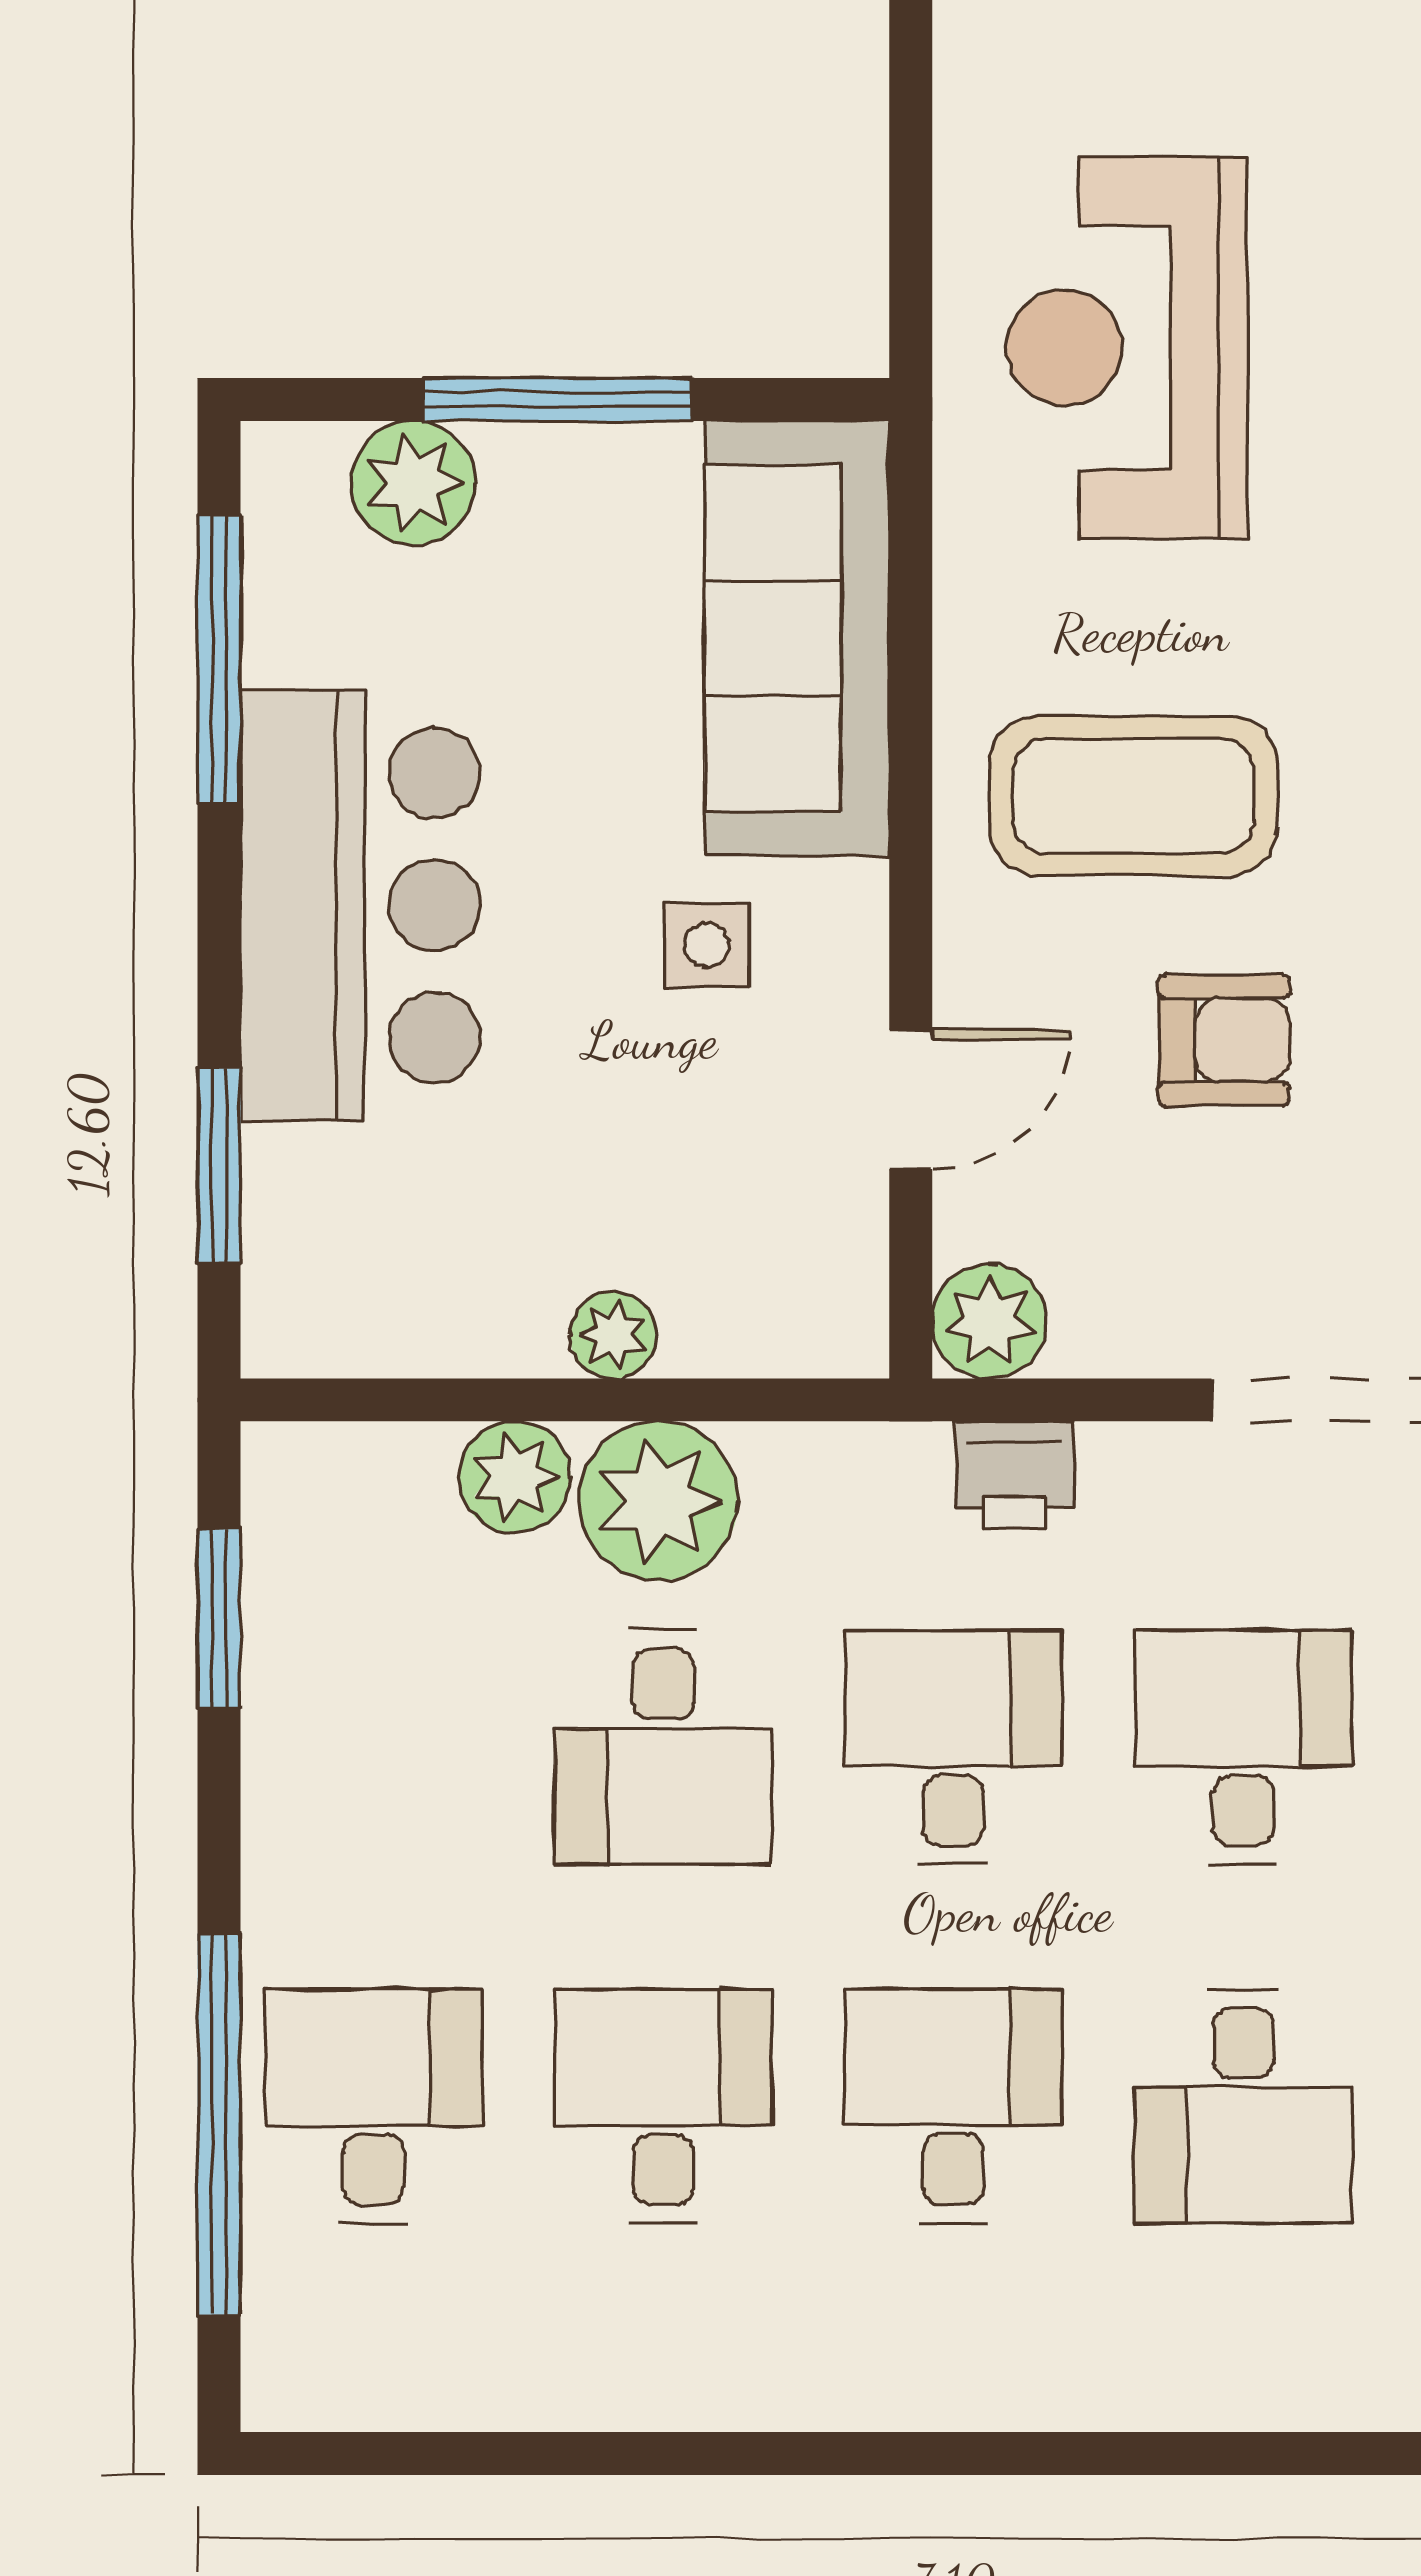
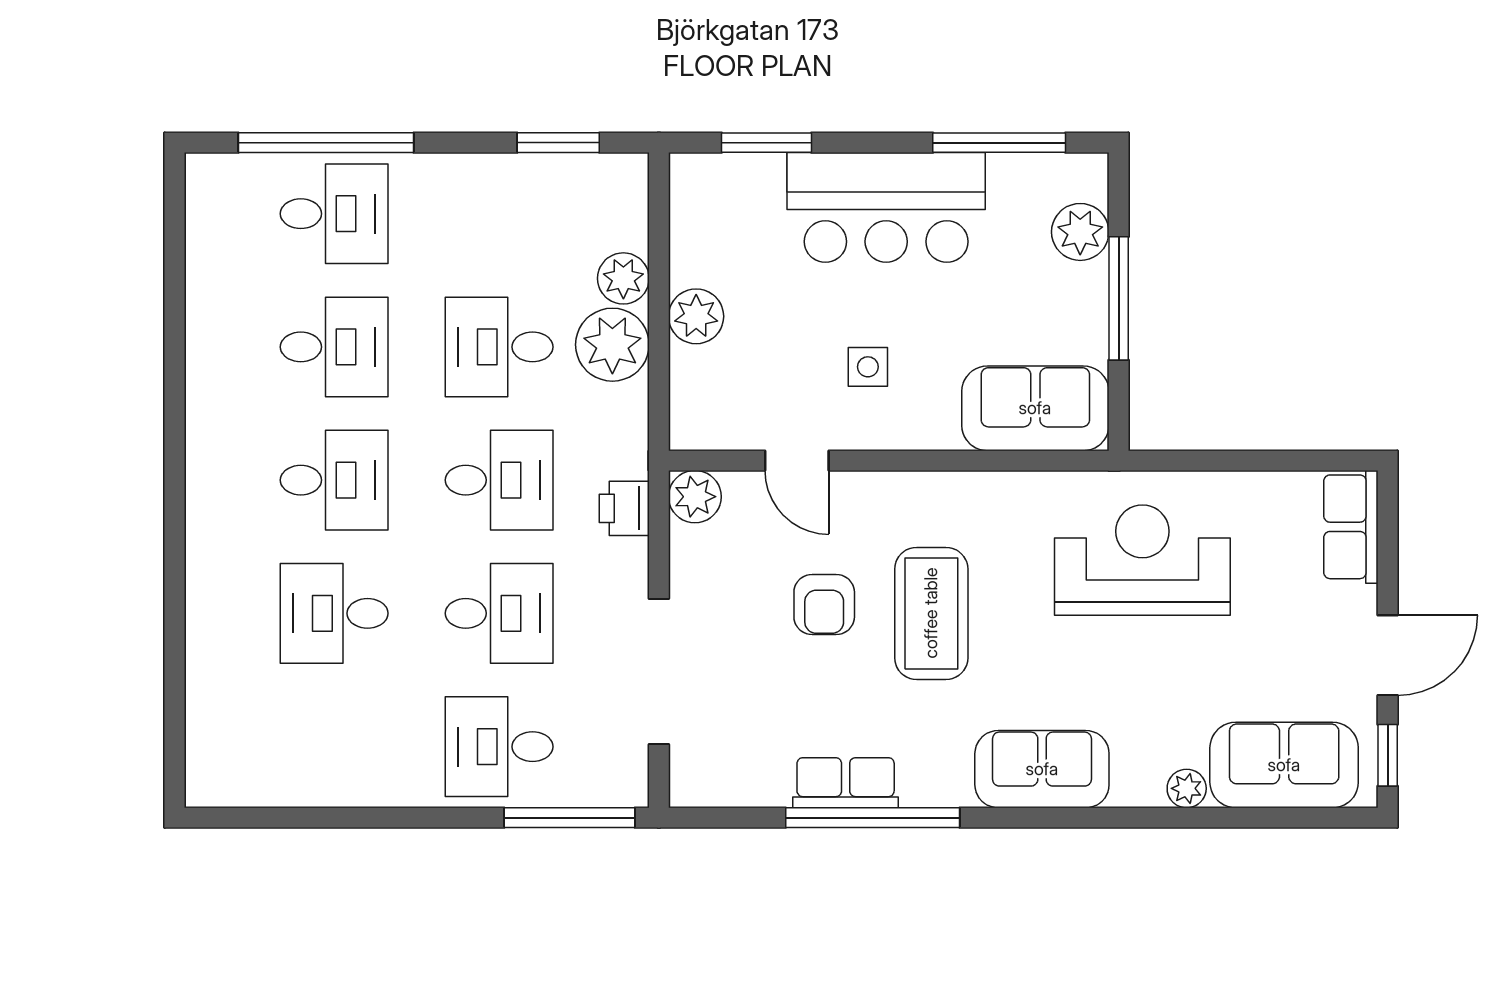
sofa: (797, 638) -> (1035, 408), width x0.73
coffee table: (1133, 796) -> (931, 613), moved
plant: (613, 1335) -> (696, 316), width x1.38, depth x1.38

